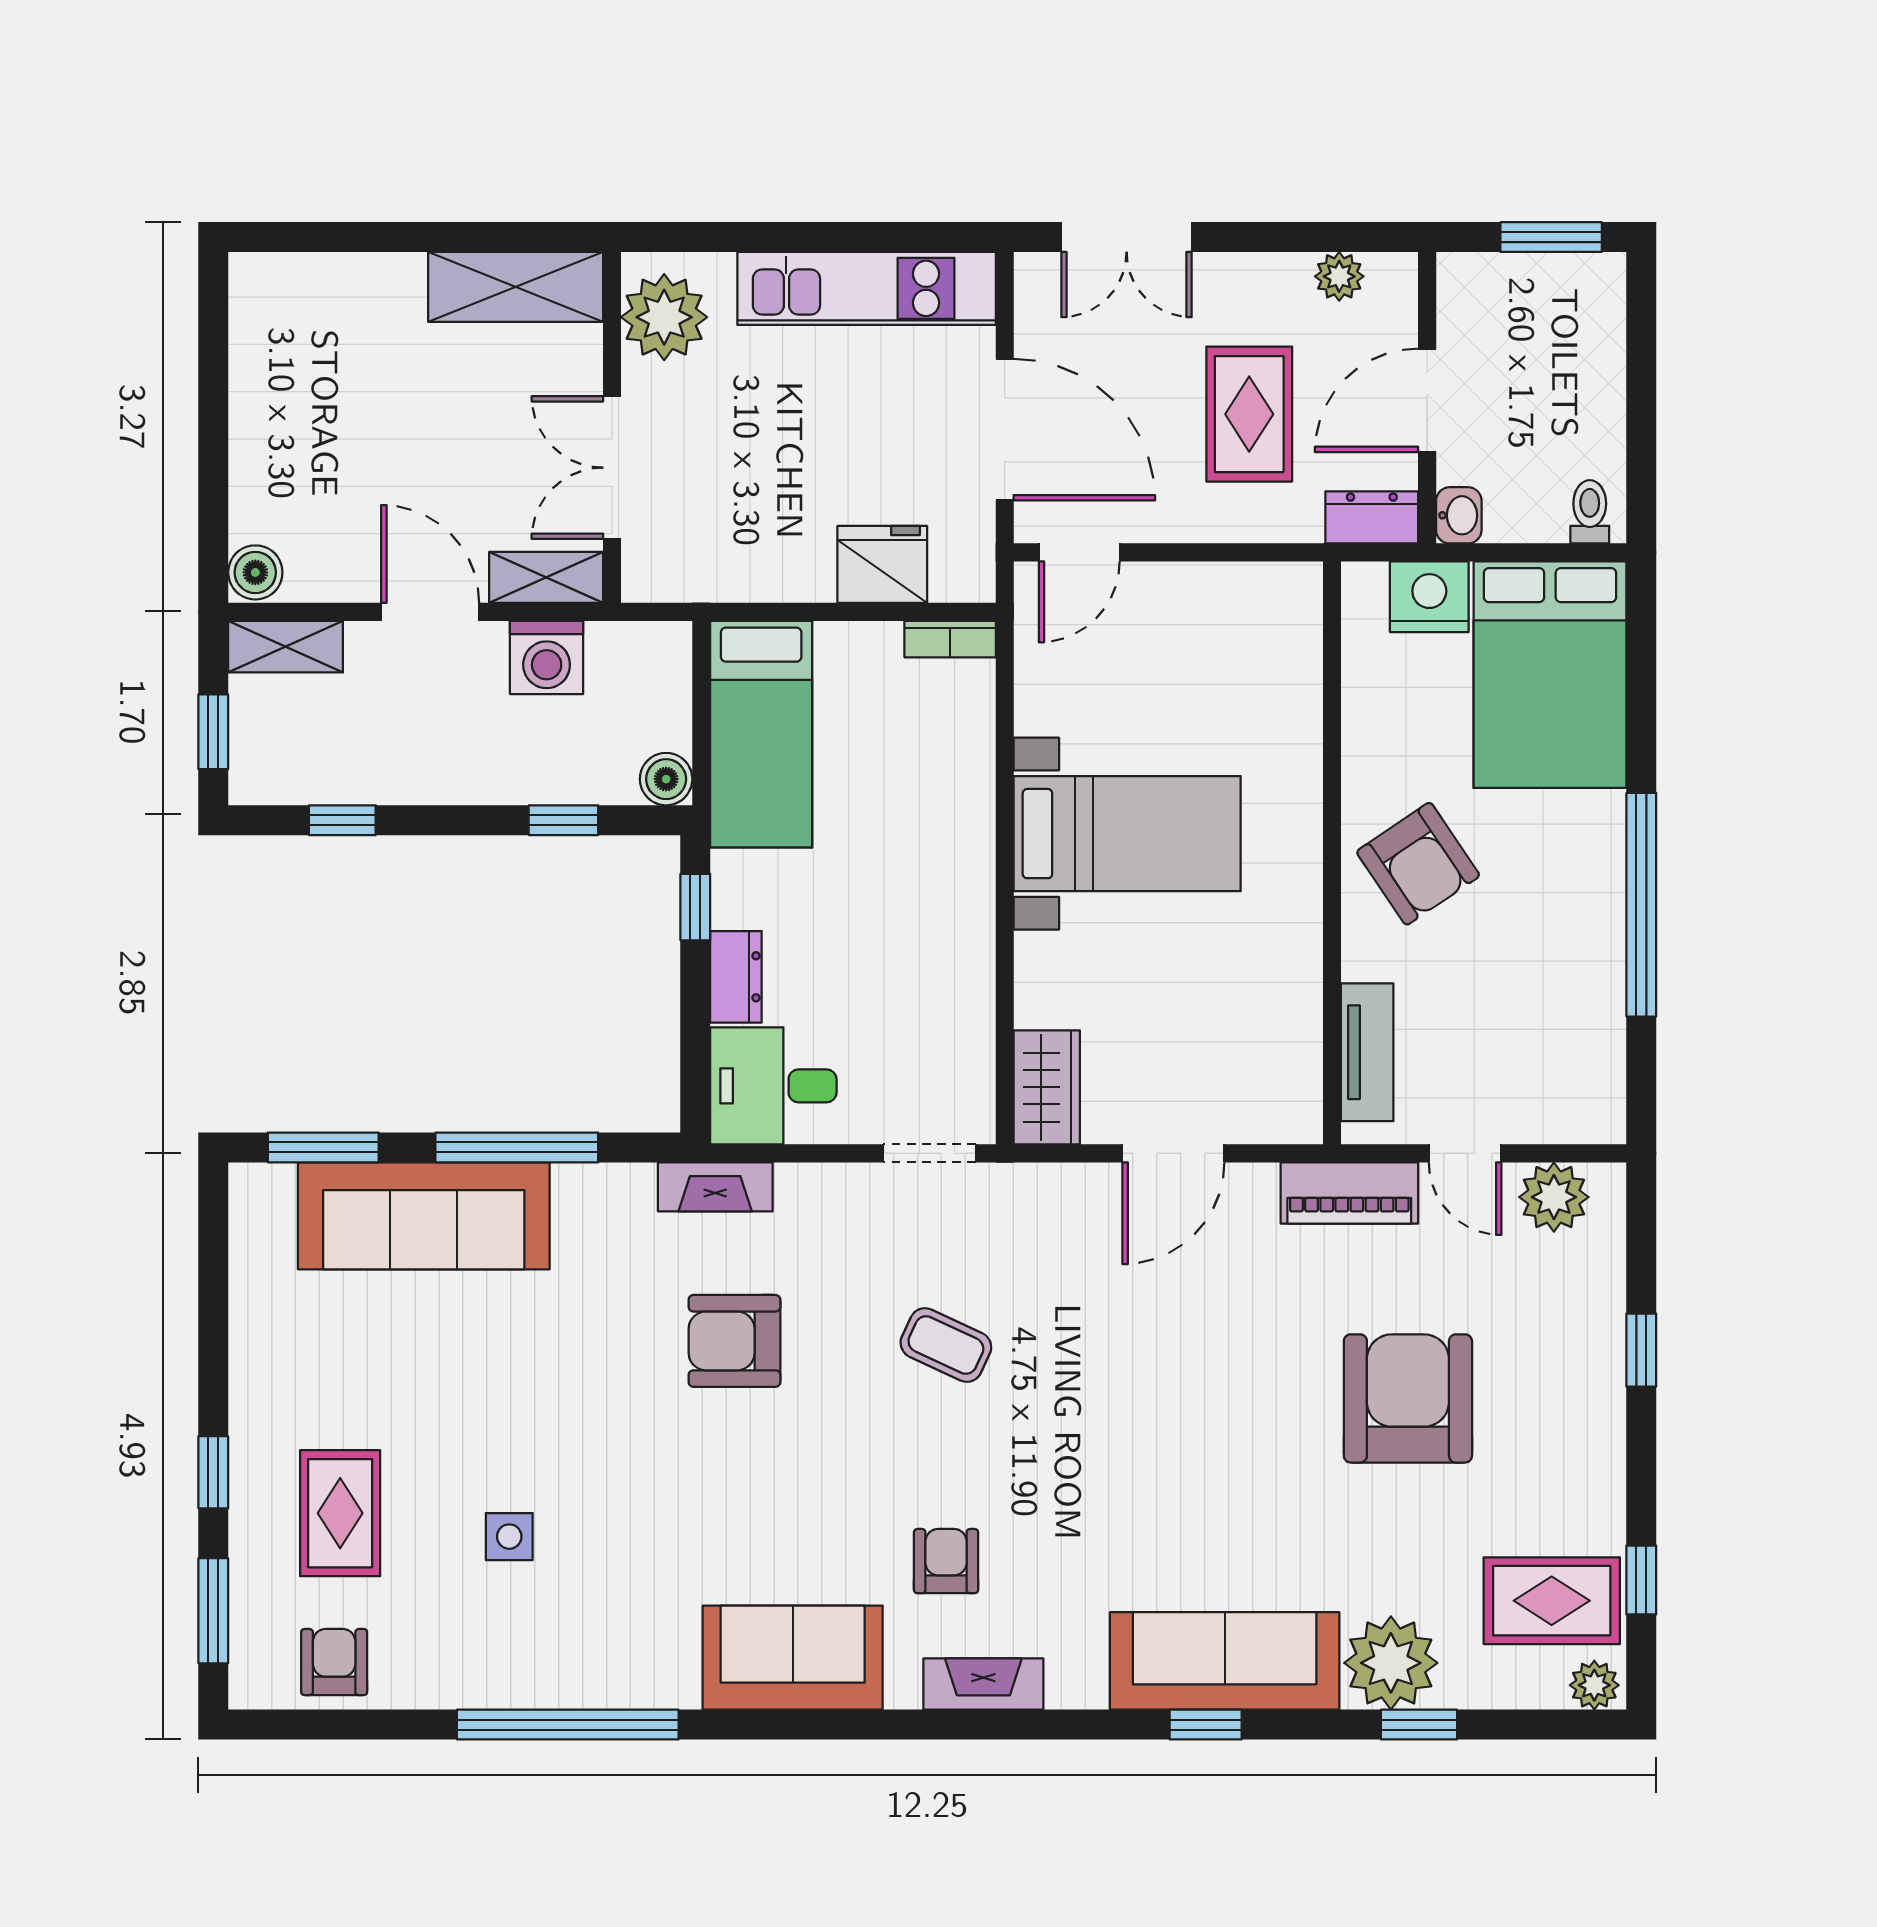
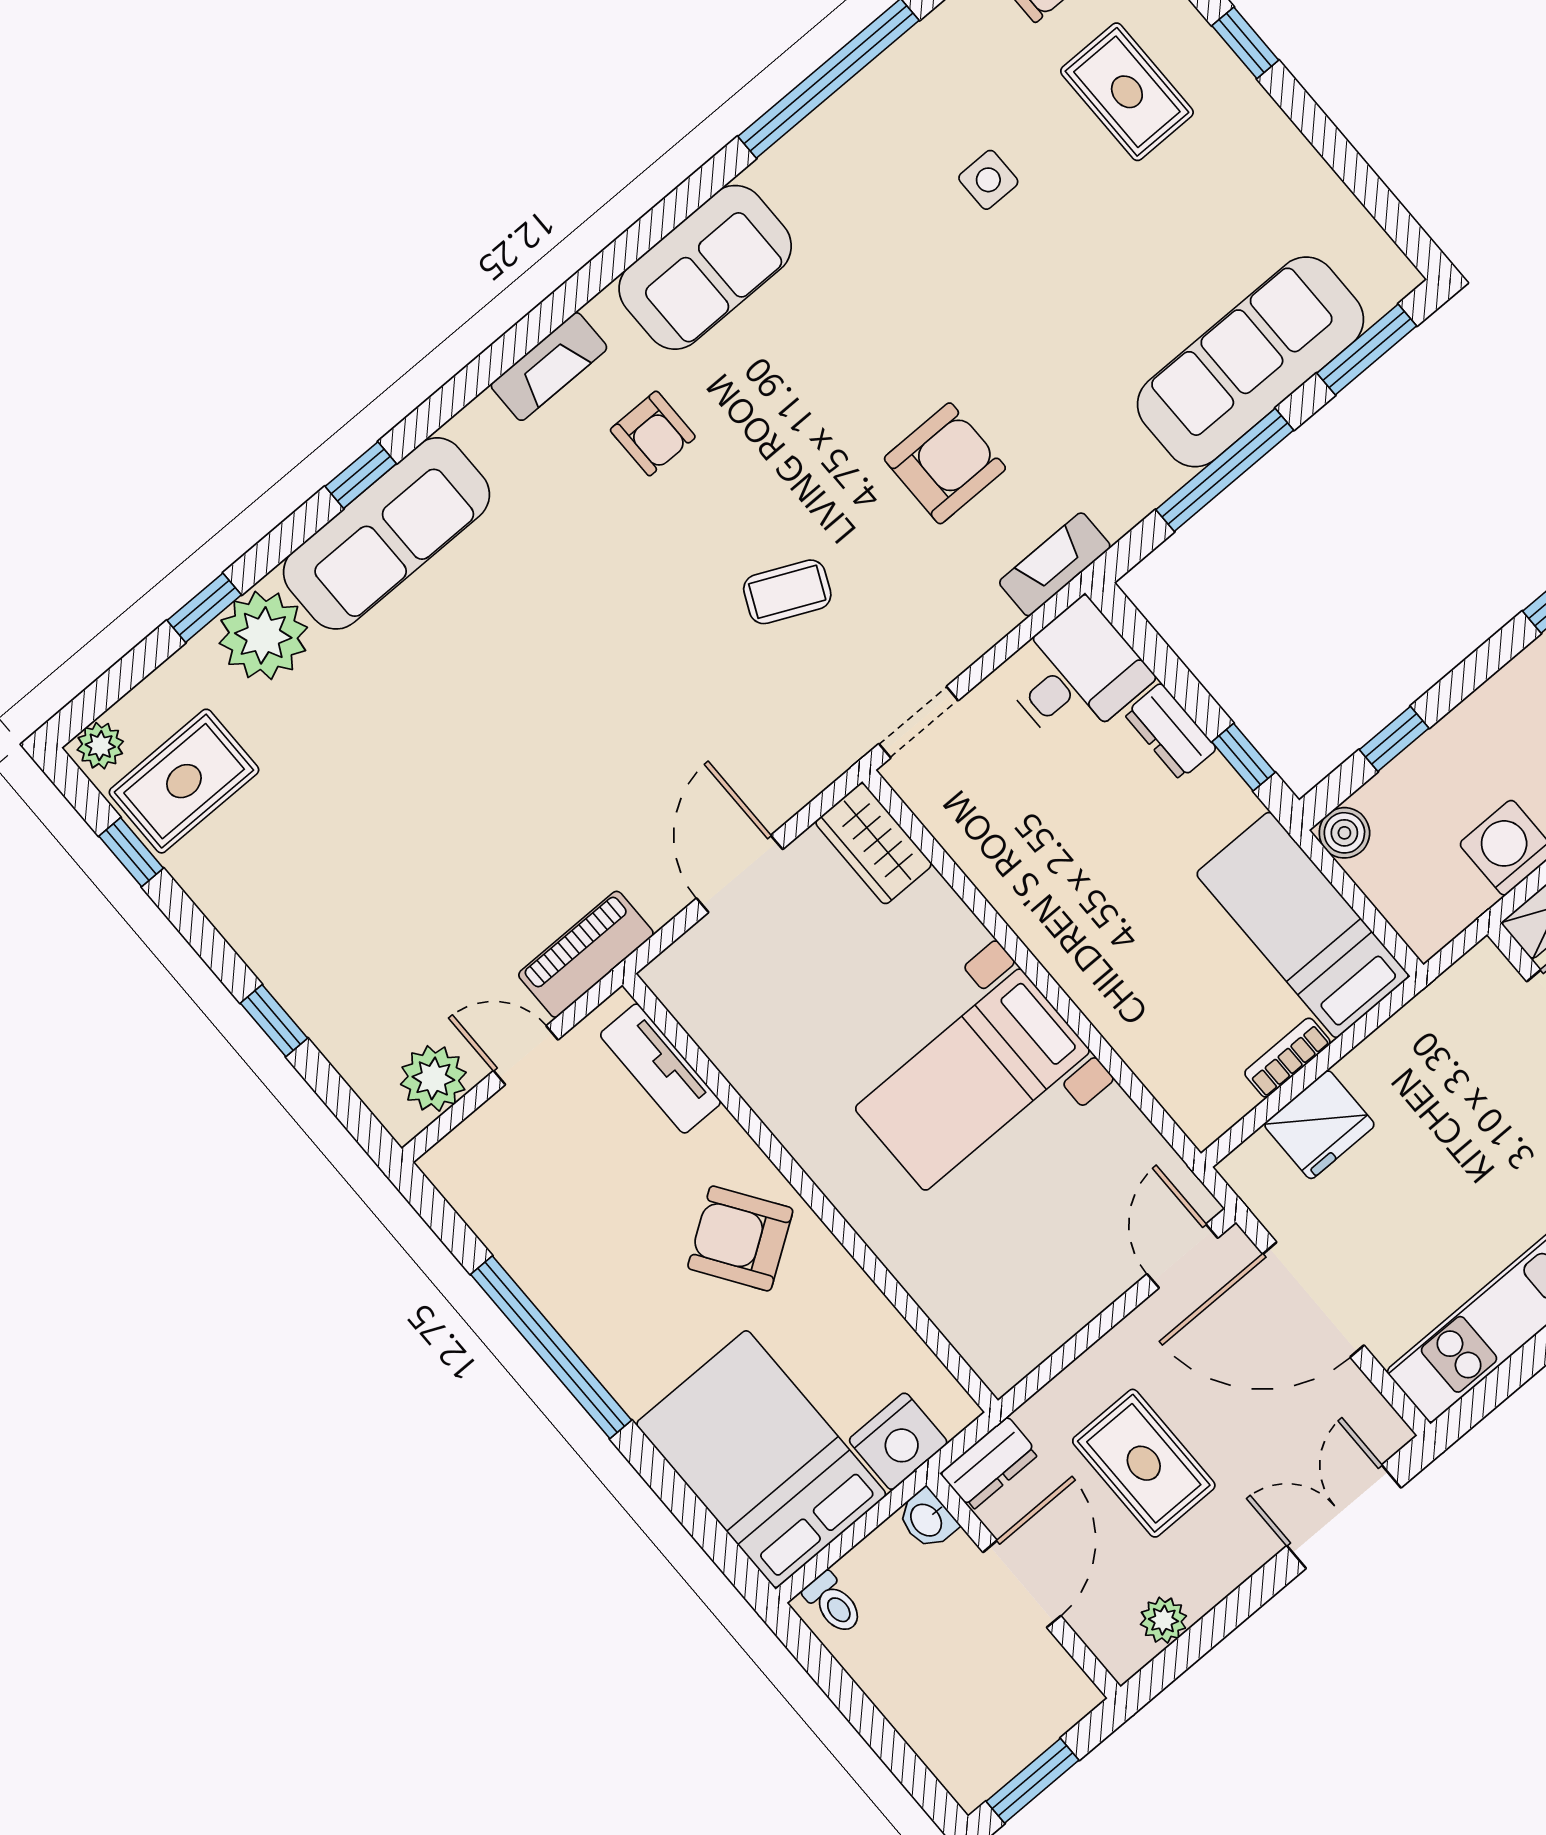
bookcase: (950, 639) -> (1287, 1058), moved
armchair: (1408, 1398) -> (415, 840), removed

